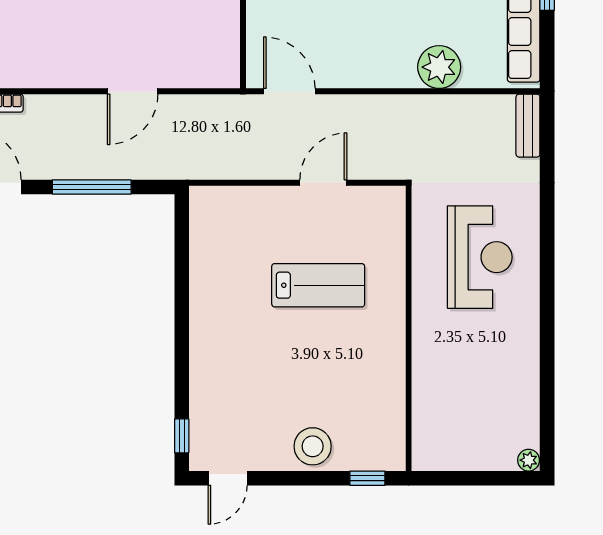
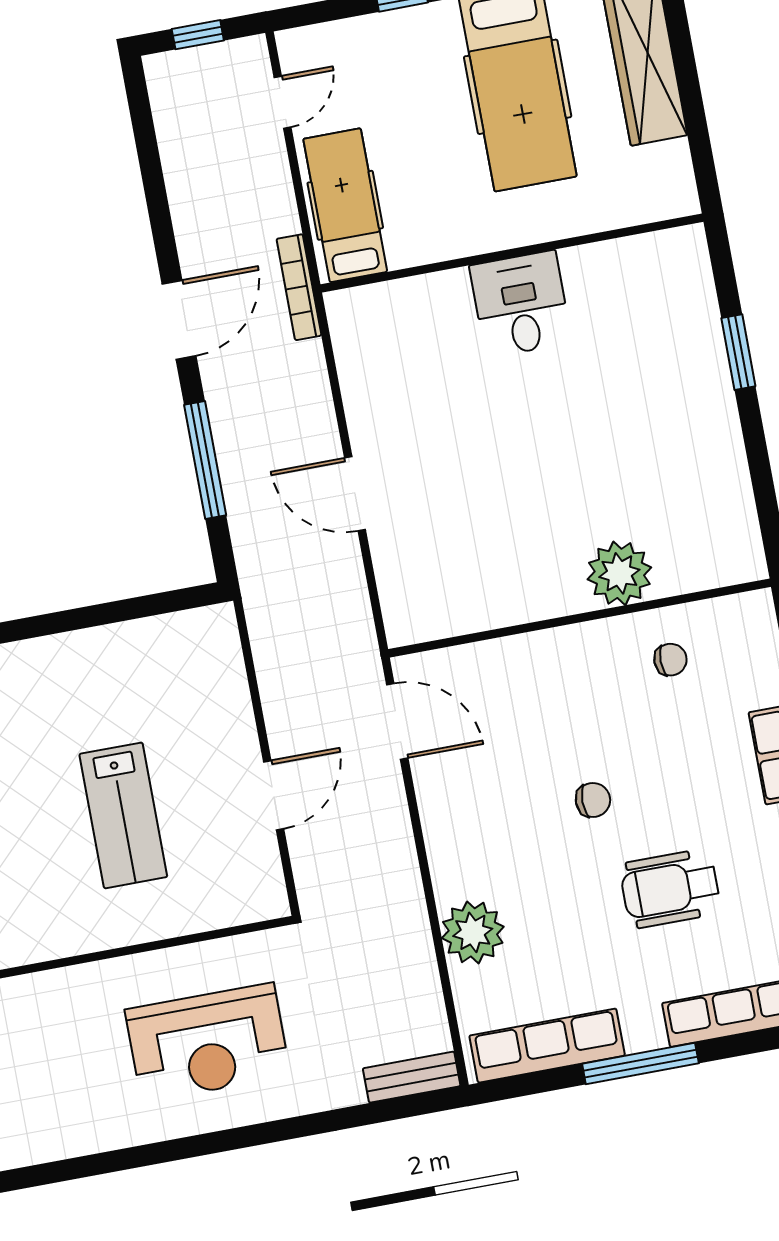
door: (289, 91) -> (397, 721), hinge flipped
door: (323, 183) -> (274, 795), hinge flipped

